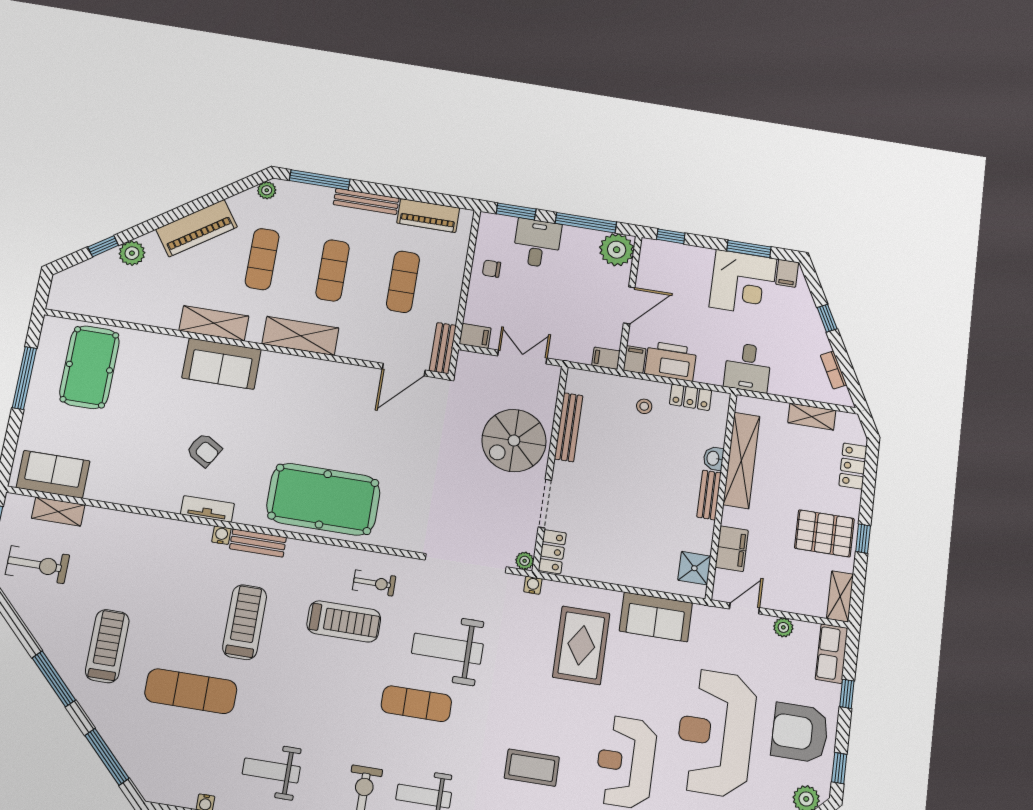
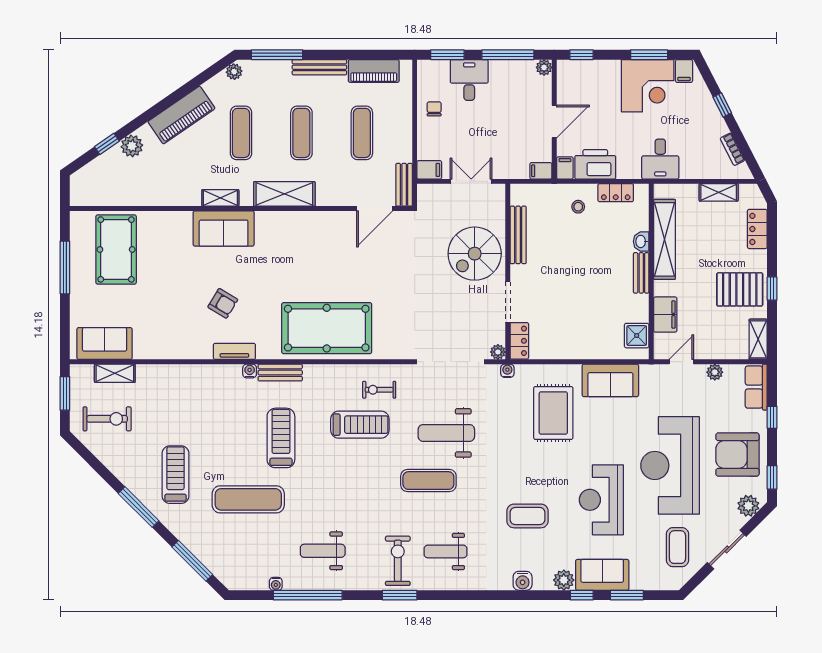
plant: (617, 250) -> (544, 67), width x0.53, depth x0.53
chair: (492, 269) -> (434, 109), turned 90
shelving: (214, 323) -> (220, 198), width x0.67, depth x0.75
exercise bike: (374, 583) -> (379, 390), turned 180

